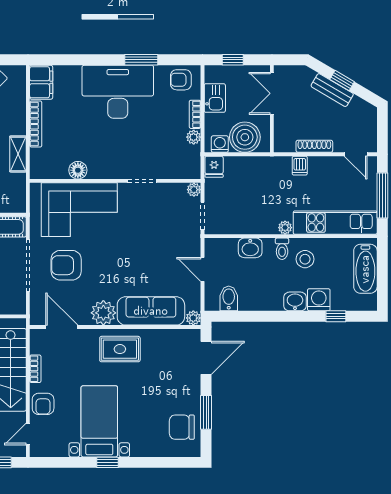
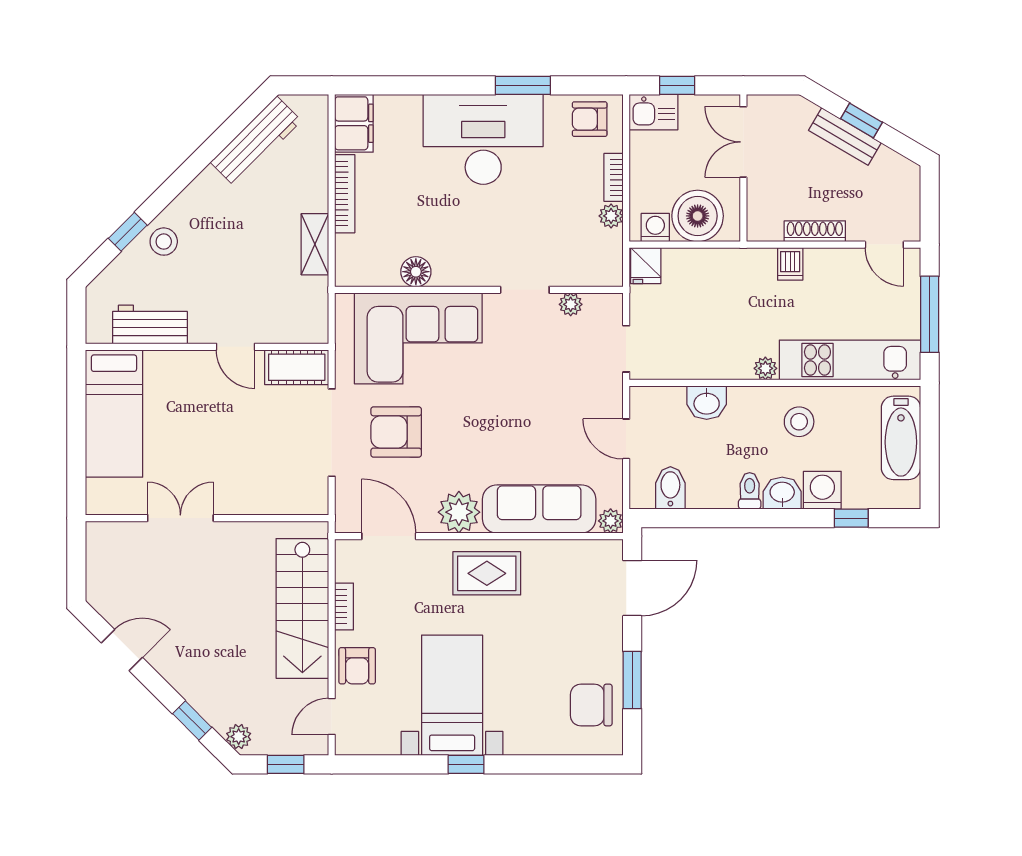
kitchen sink: (215, 98) -> (654, 112), moved, turned 90
plant: (194, 190) -> (571, 304), moved
toilet: (282, 249) -> (750, 491), moved, turned 180

